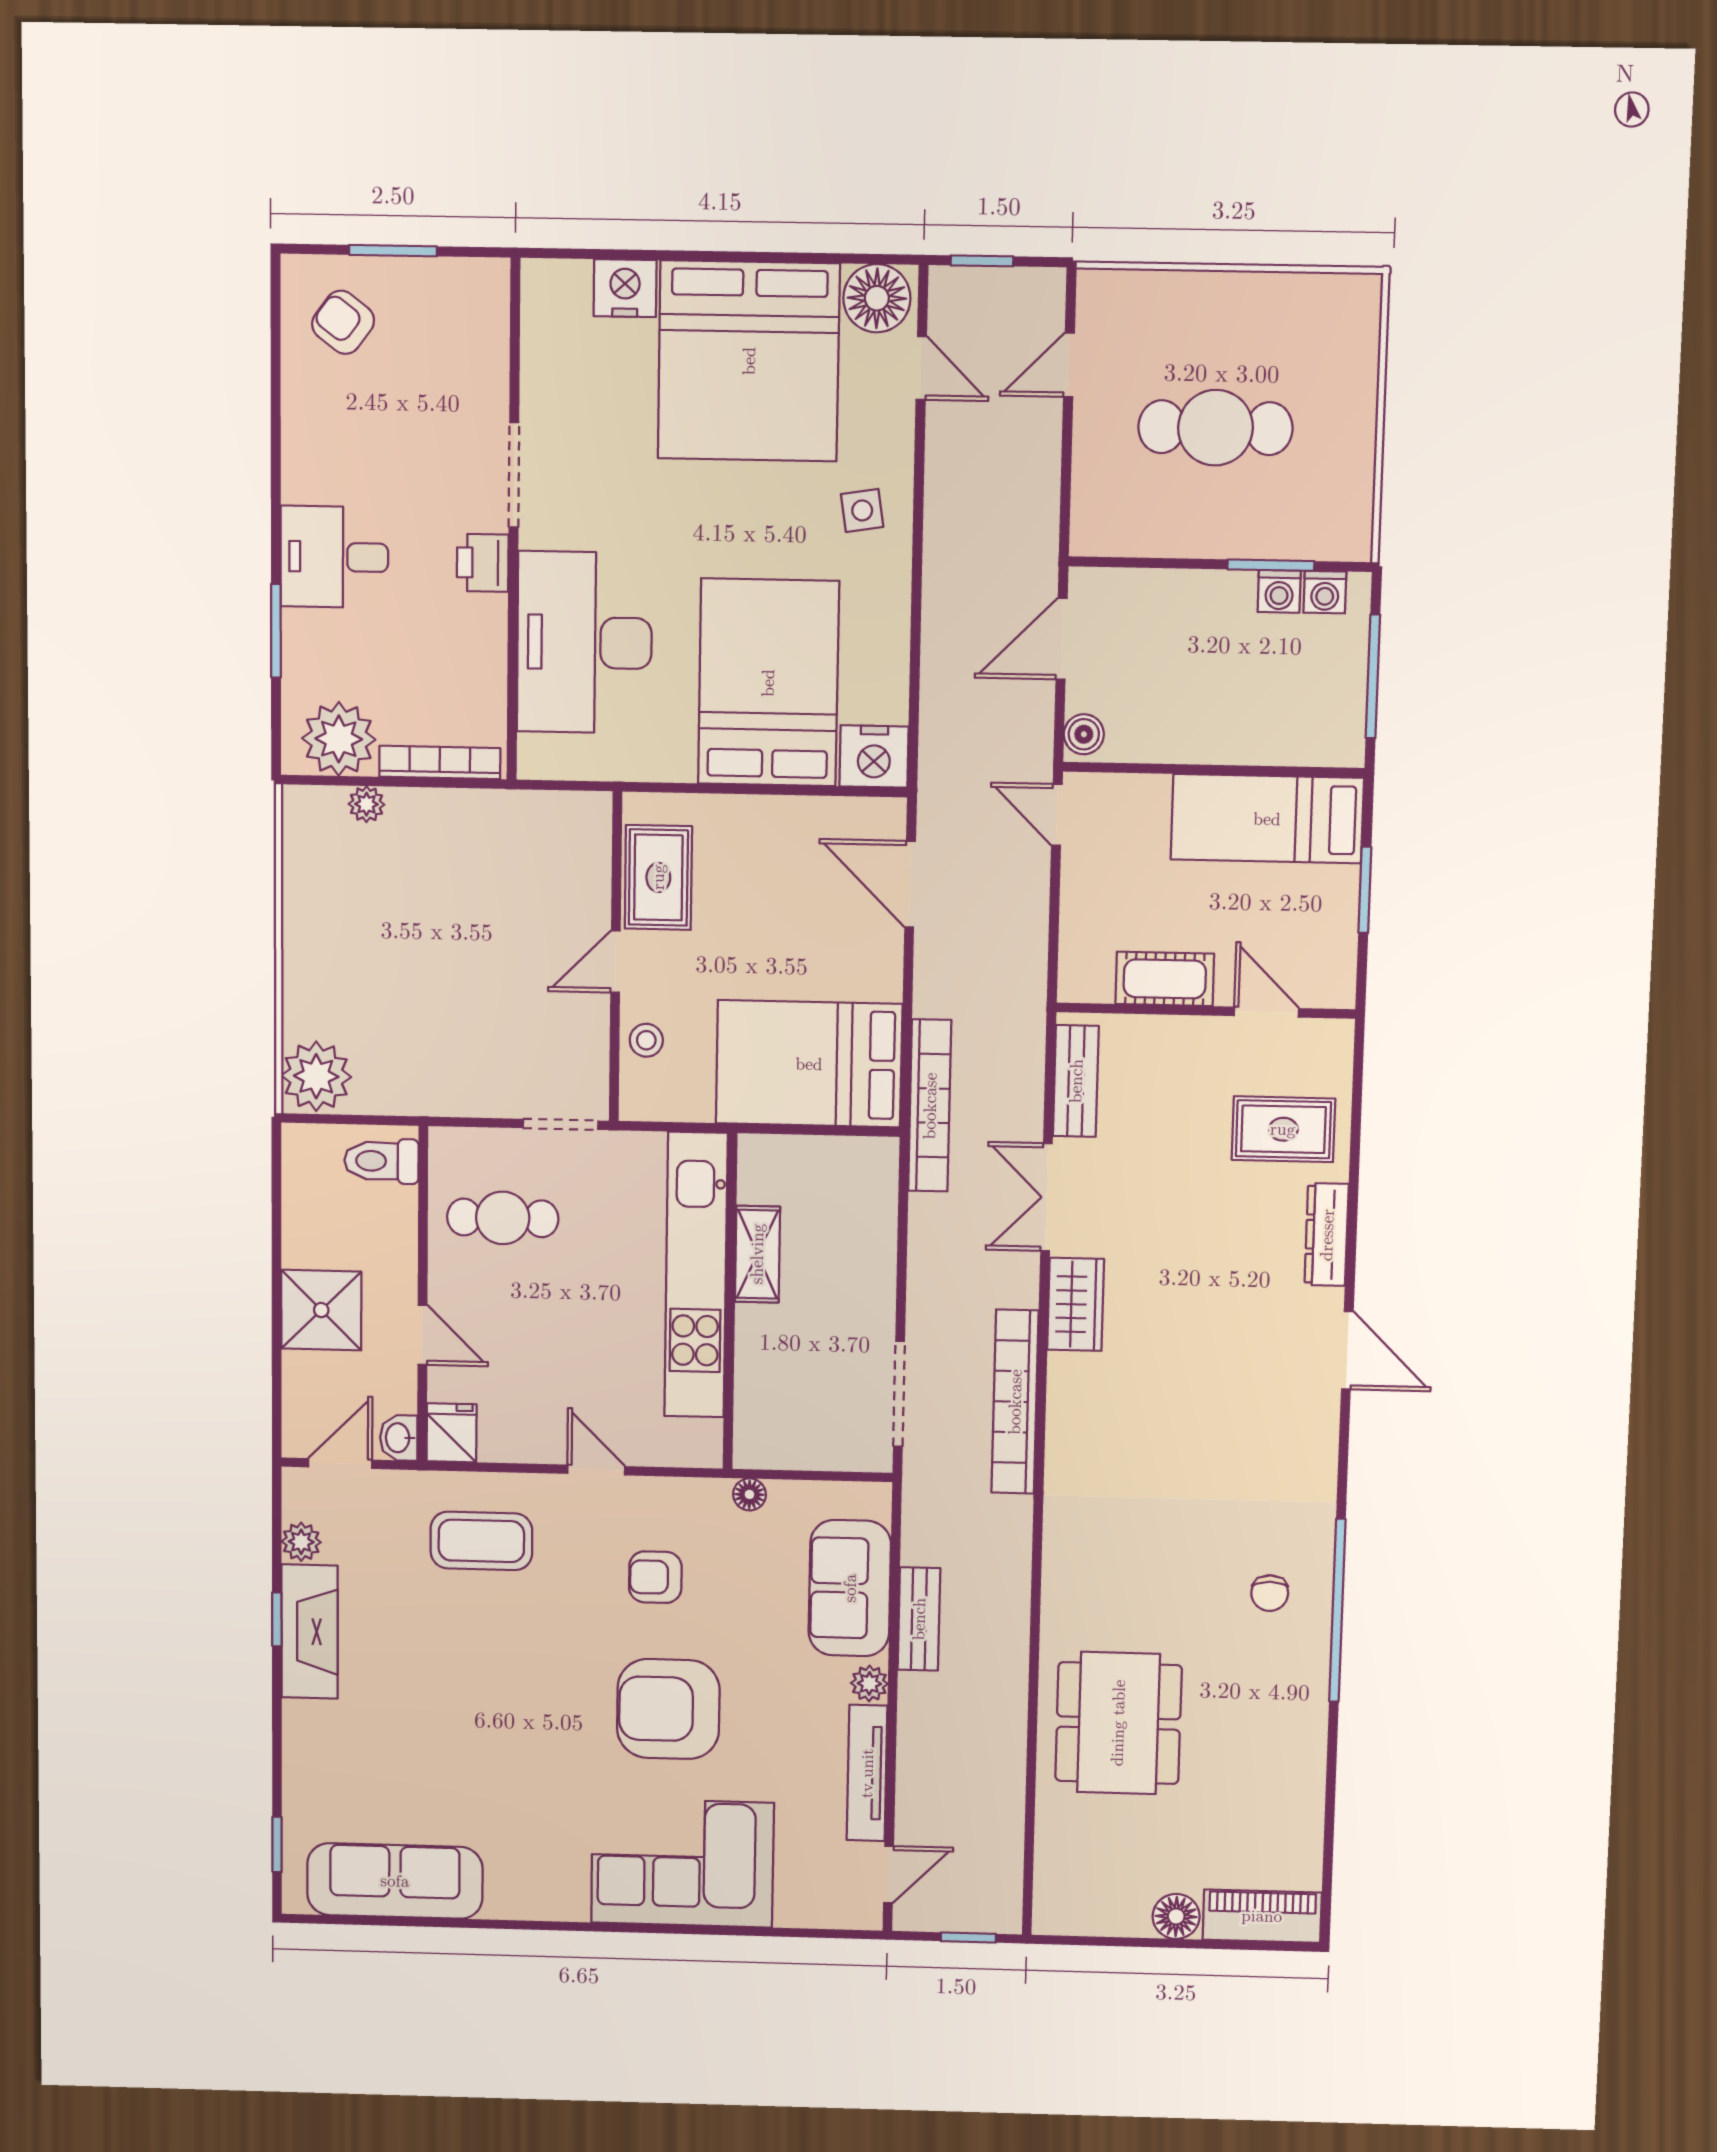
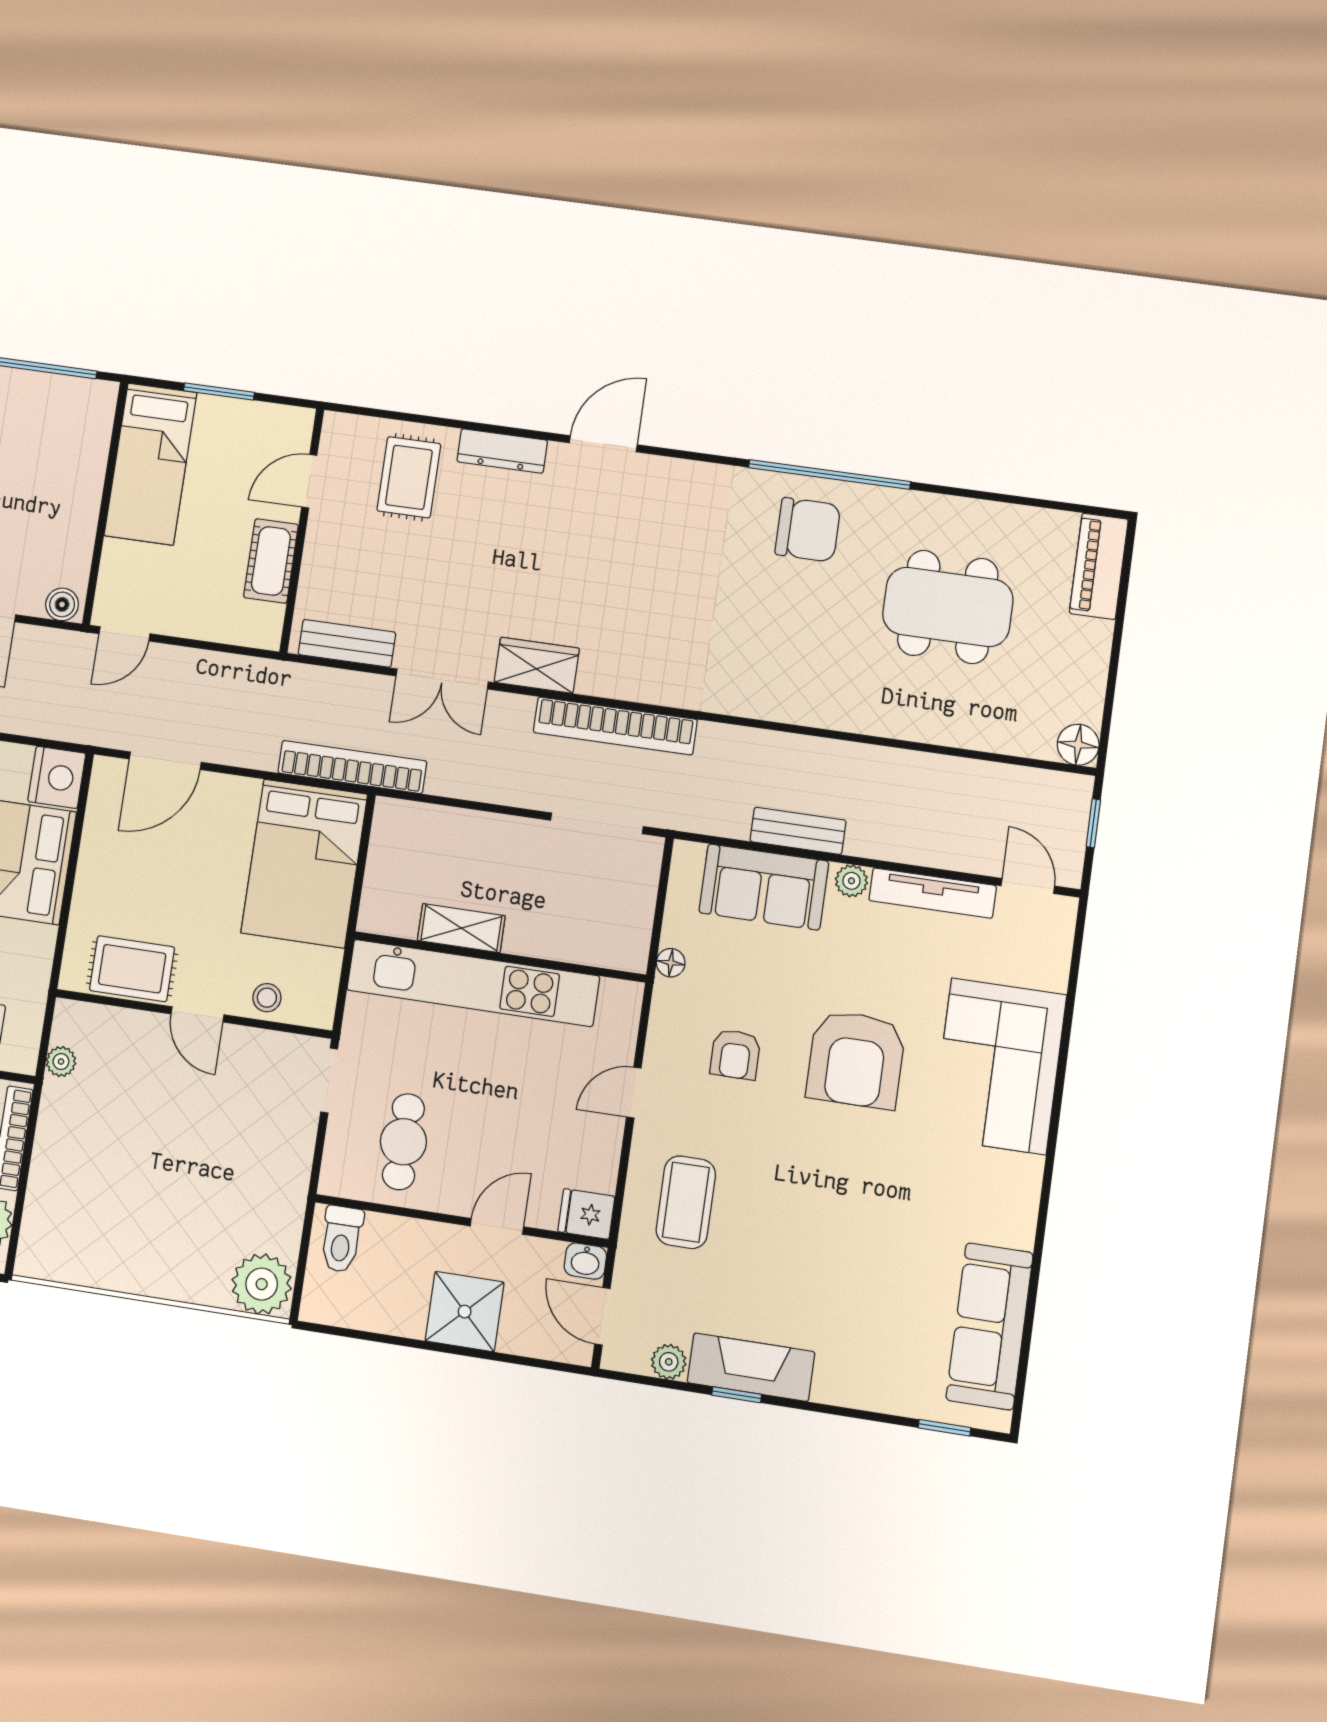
plant: (366, 804) -> (61, 1062), moved
chair: (1270, 1593) -> (808, 530), width x1.87, depth x1.87
dining table: (1118, 1723) -> (948, 607), moved
floor lamp: (1176, 1916) -> (1078, 745), moved

